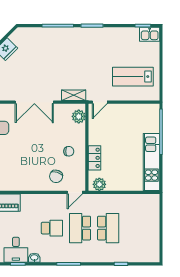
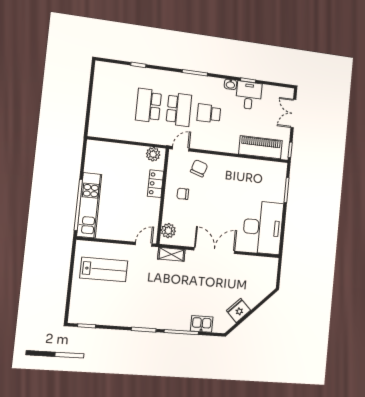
kitchen sink: (150, 34) -> (202, 324), moved
kitchen unit: (151, 162) -> (89, 205), moved

